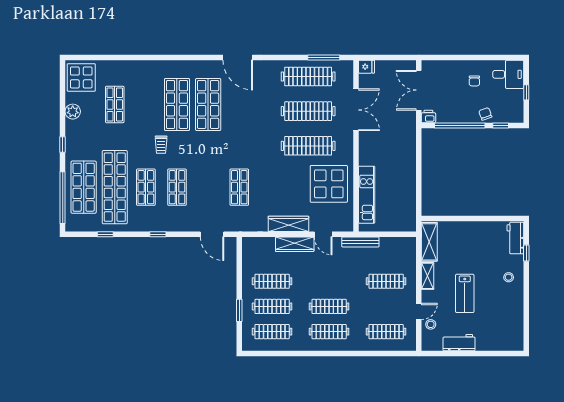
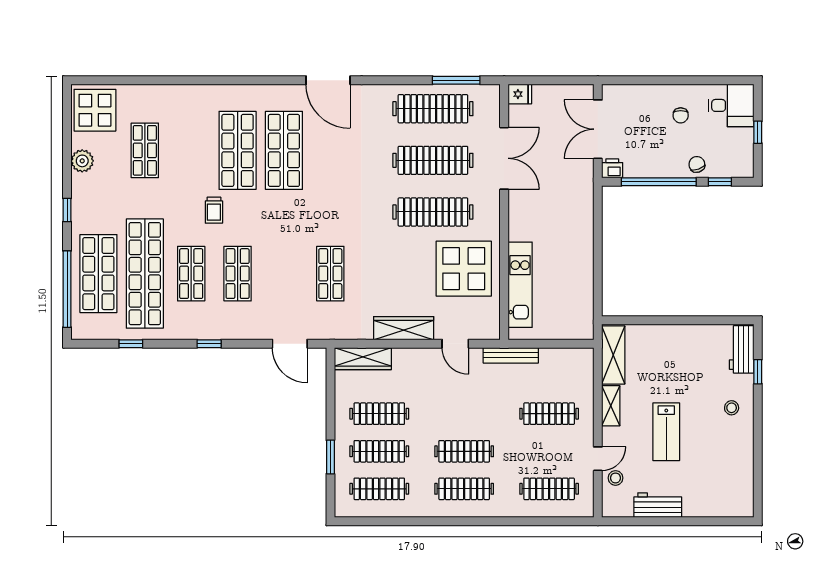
wardrobe: (295, 244) -> (363, 359), moved

